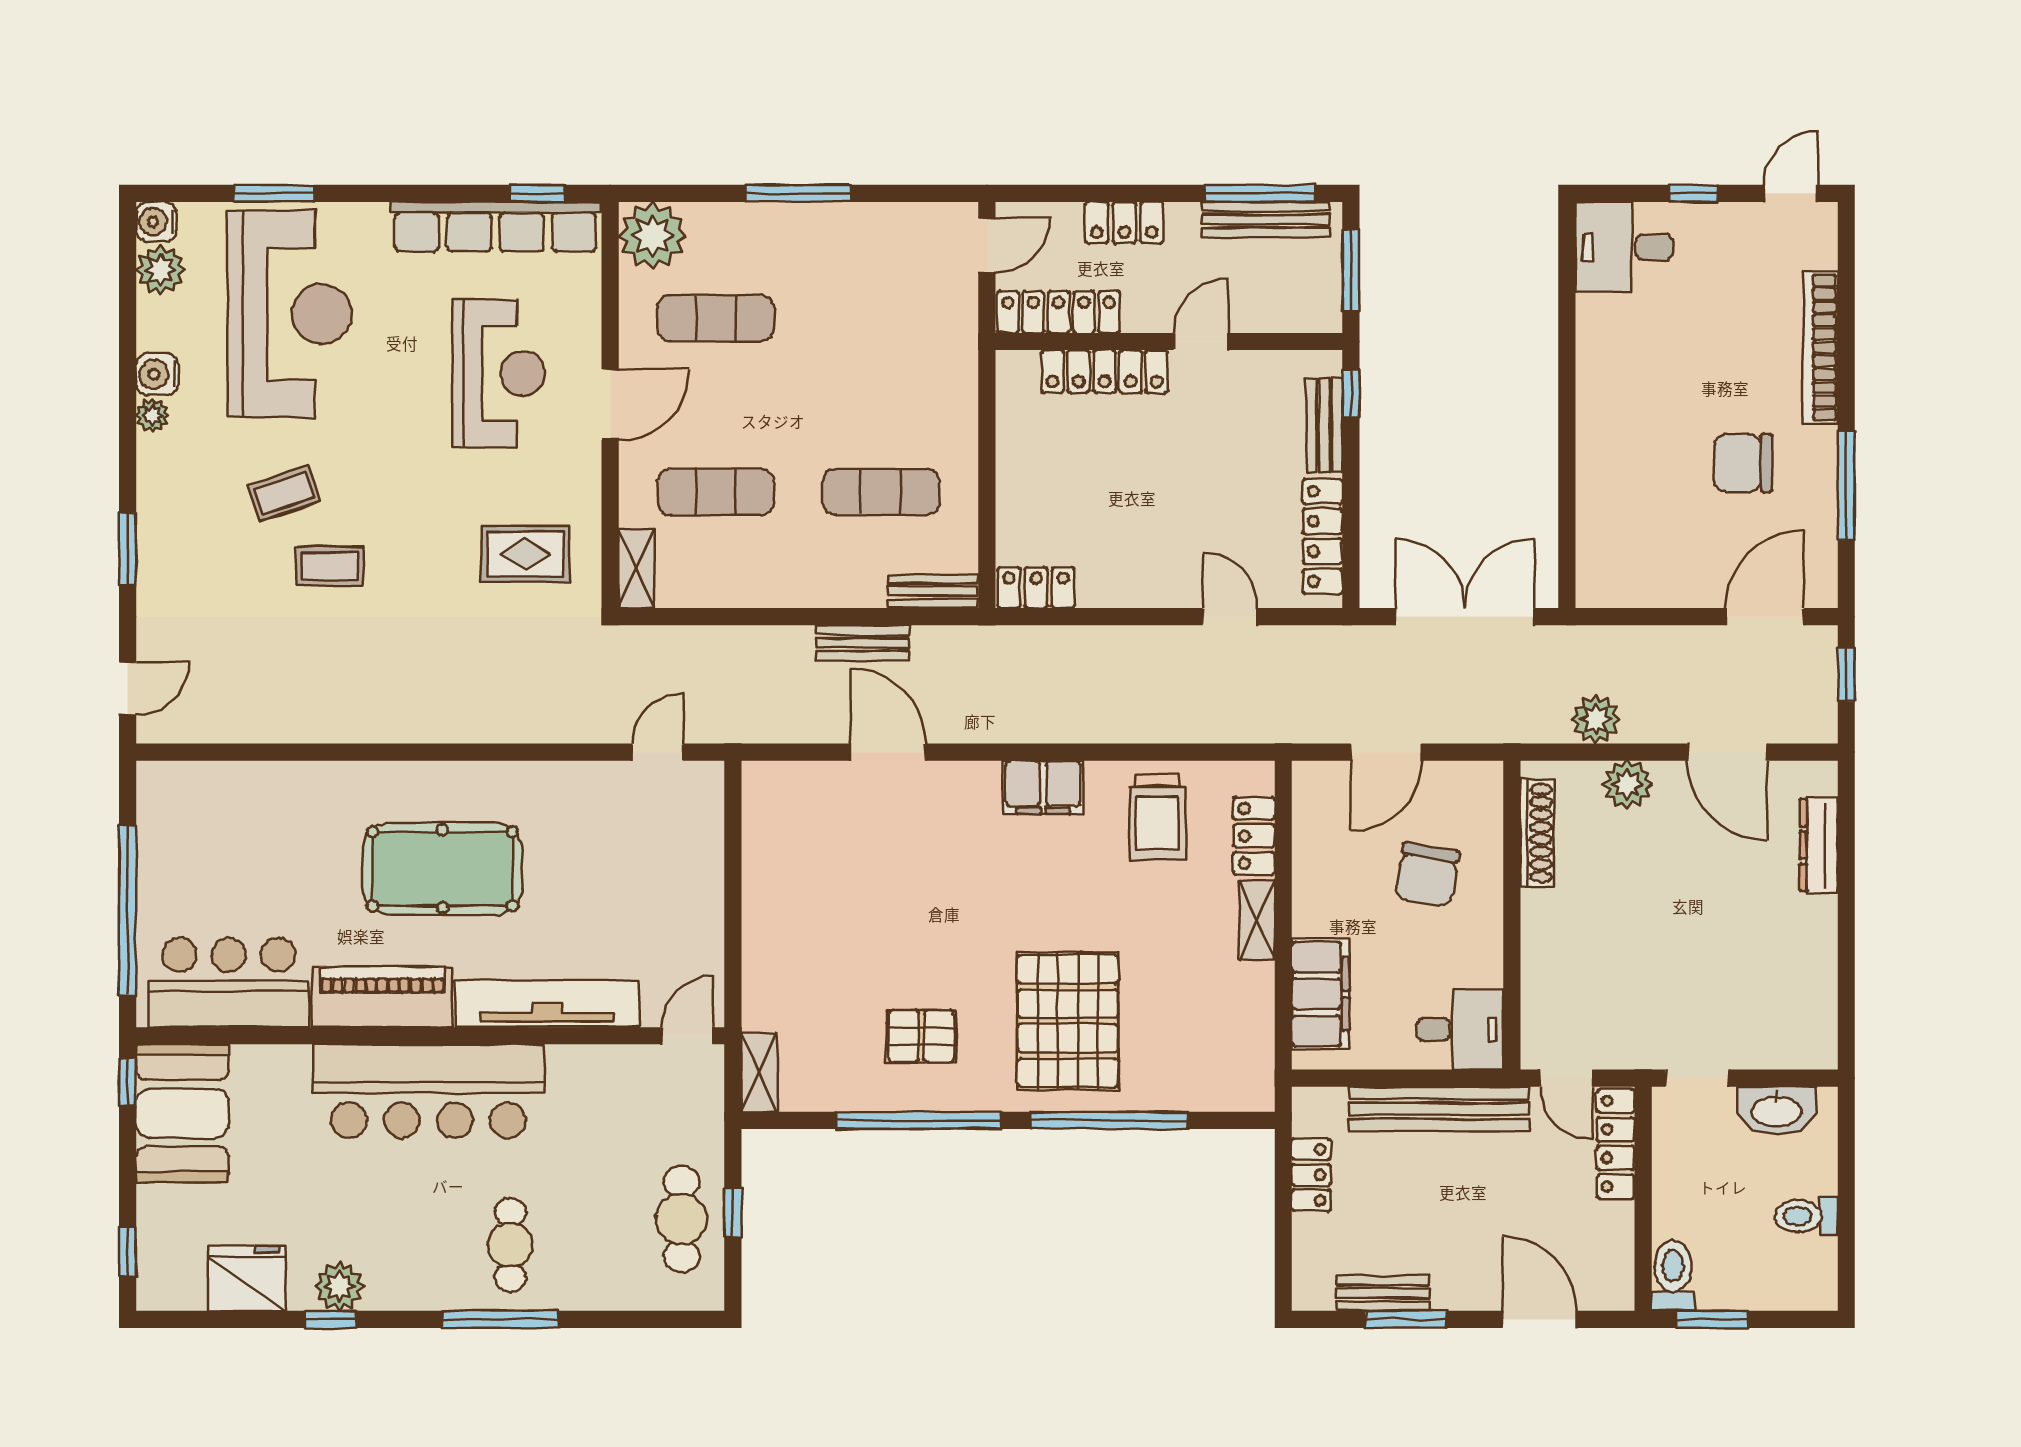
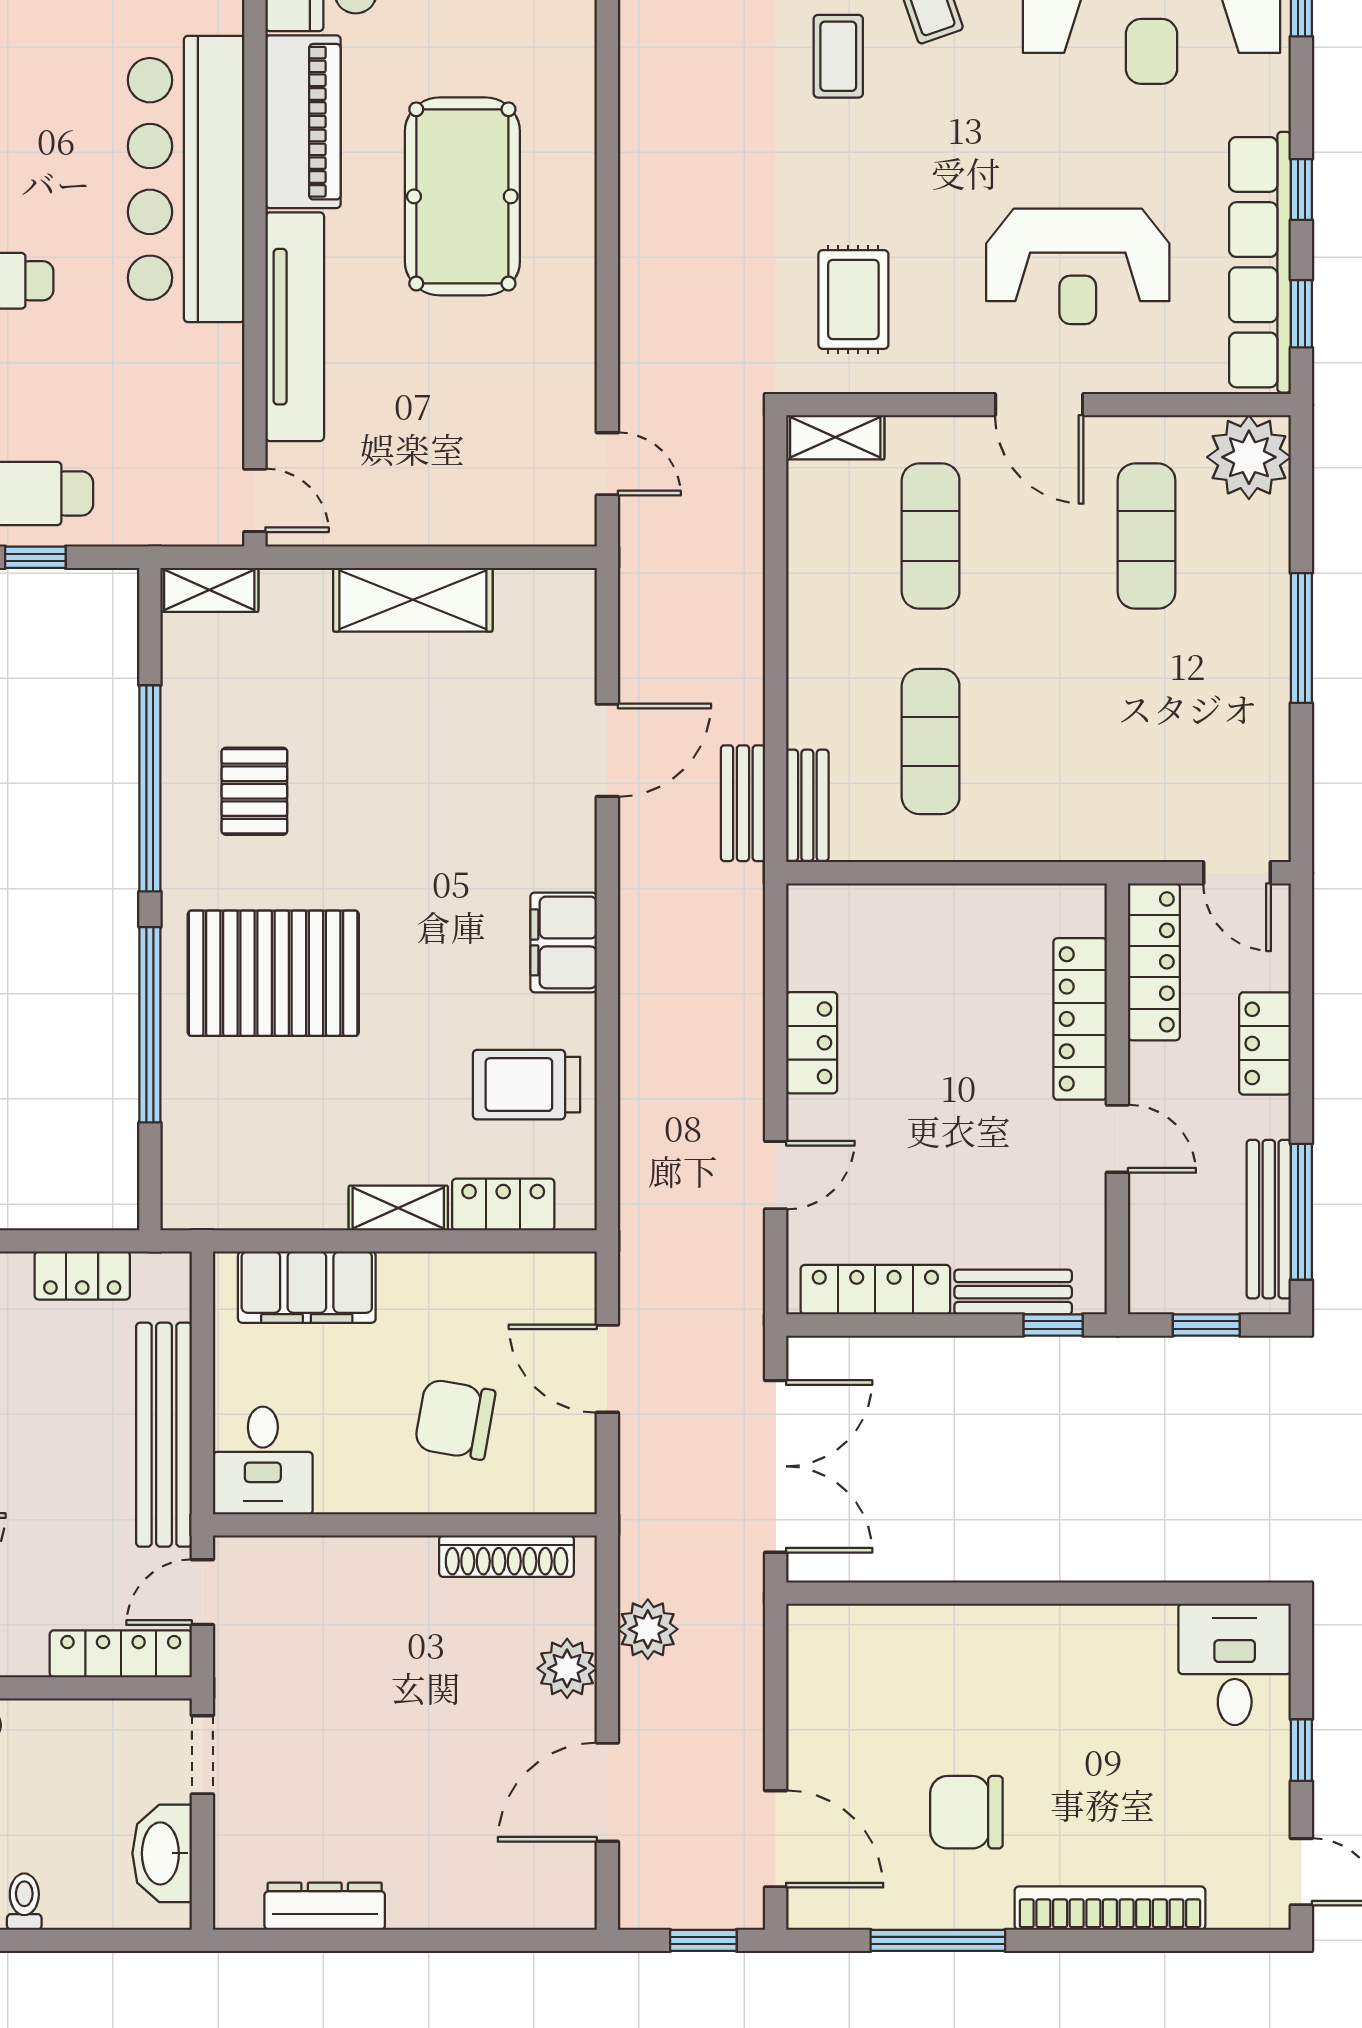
window: (437, 193) -> (1301, 189), added
window: (1351, 270) -> (1206, 1325), width x0.67
chair: (1743, 463) -> (966, 1812), turned -90
locker: (1036, 588) -> (812, 1043), moved
bench: (863, 643) -> (743, 803), moved
dresser: (1819, 845) -> (325, 1906), moved
shelving: (767, 909) -> (413, 600), added
toilet: (1806, 1216) -> (24, 1902), width x0.73, depth x0.72

